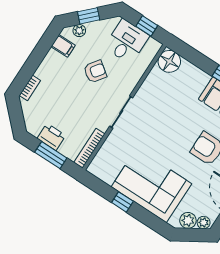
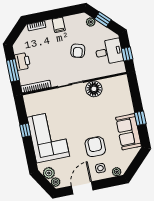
filing cabinet: (63, 46) -> (59, 25), moved
floor lamp: (169, 61) -> (94, 89), moved
armchair: (95, 71) -> (78, 51), turned 70

